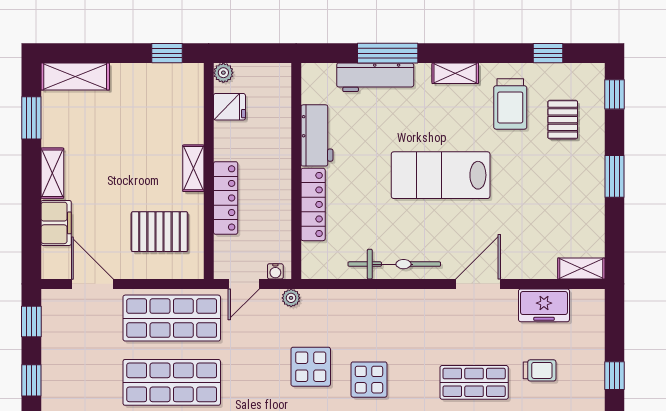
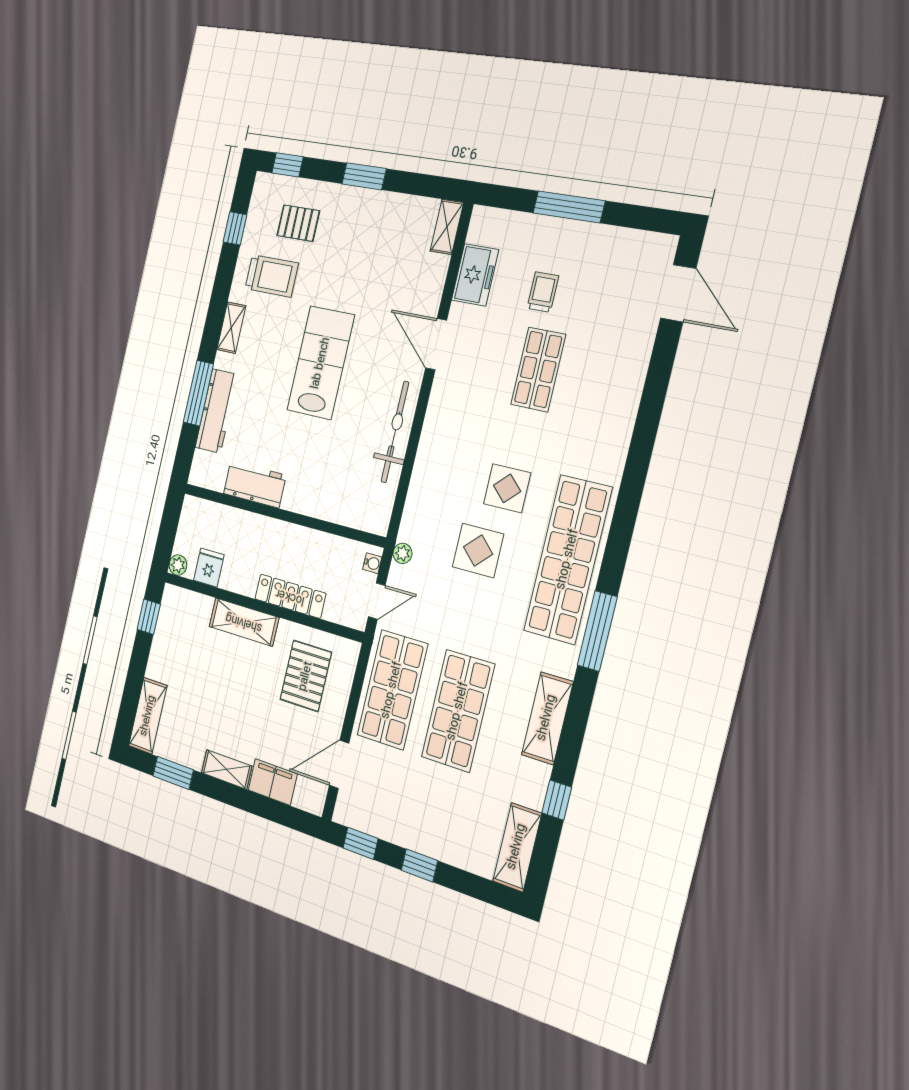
shelving: (193, 168) -> (244, 622), width x1.50, depth x1.33
lab bench: (441, 175) -> (321, 363), turned 180
locker: (313, 204) -> (317, 505), removed
door: (244, 284) -> (377, 601), hinge flipped
window: (614, 376) -> (569, 207), width x2.17

